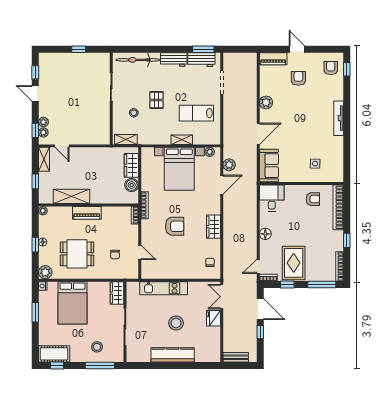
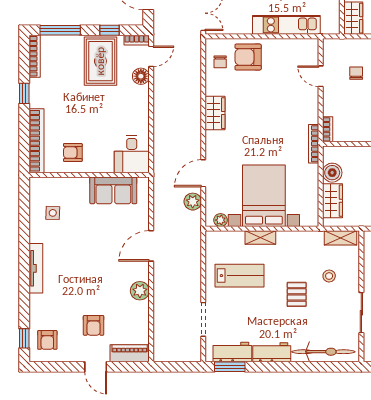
side table: (315, 164) -> (53, 213), moved
sofa: (269, 166) -> (113, 190), moved, turned -90
armchair: (175, 226) -> (248, 57), moved
floor lamp: (265, 234) -> (141, 76), moved

